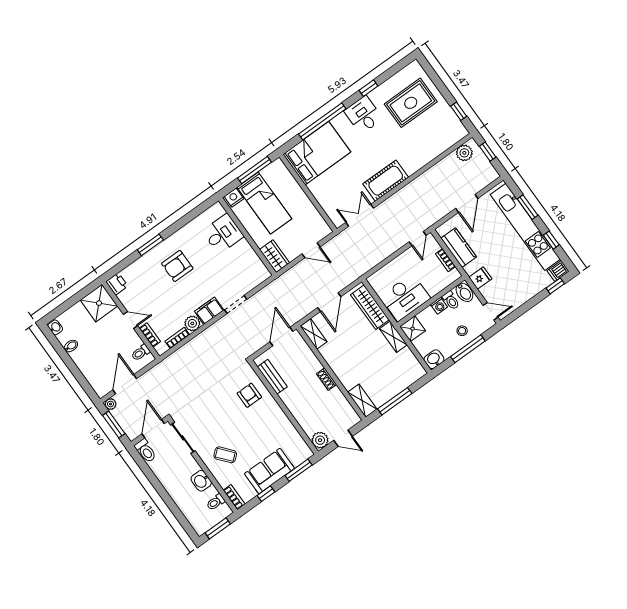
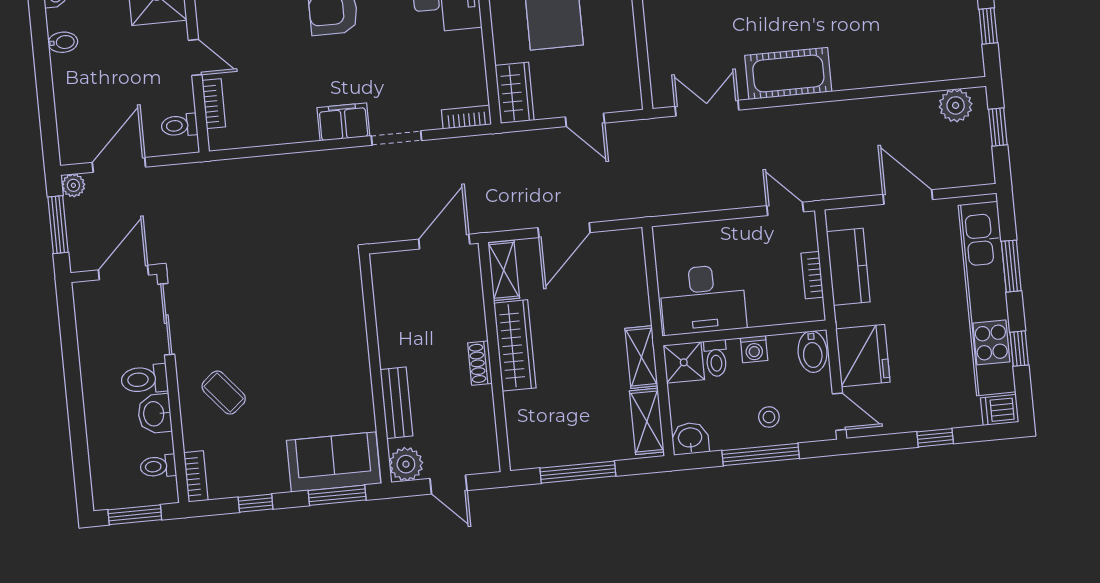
door: (467, 203) -> (908, 197), swing flipped
door: (418, 239) -> (785, 209), swing flipped
fridge: (480, 278) -> (863, 356), width x1.88, depth x1.34
window: (555, 286) -> (935, 438), moved
toilet: (451, 300) -> (716, 358), moved
wardrobe: (370, 307) -> (515, 345), moved, turned 180
plant: (192, 323) -> (300, 127), removed
bookcase: (177, 338) -> (466, 117), moved
bench: (272, 377) -> (396, 403), moved
armchair: (249, 395) -> (327, 312), removed
shelving: (362, 401) -> (647, 421), moved
toilet: (146, 451) -> (144, 379), moved, turned 90
sofa: (269, 471) -> (334, 462), moved

